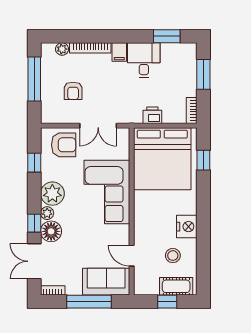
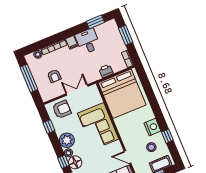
double door: (98, 126) -> (77, 90), swing flipped
window: (203, 160) -> (167, 136), moved

